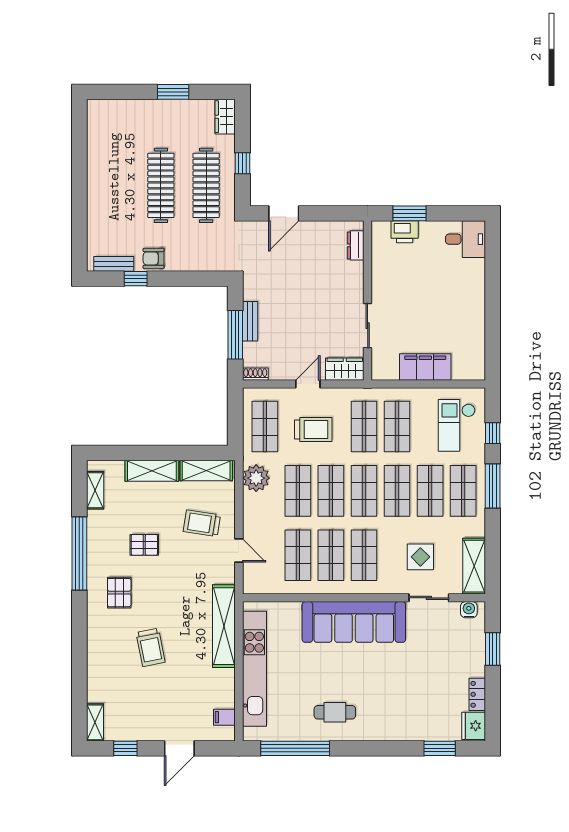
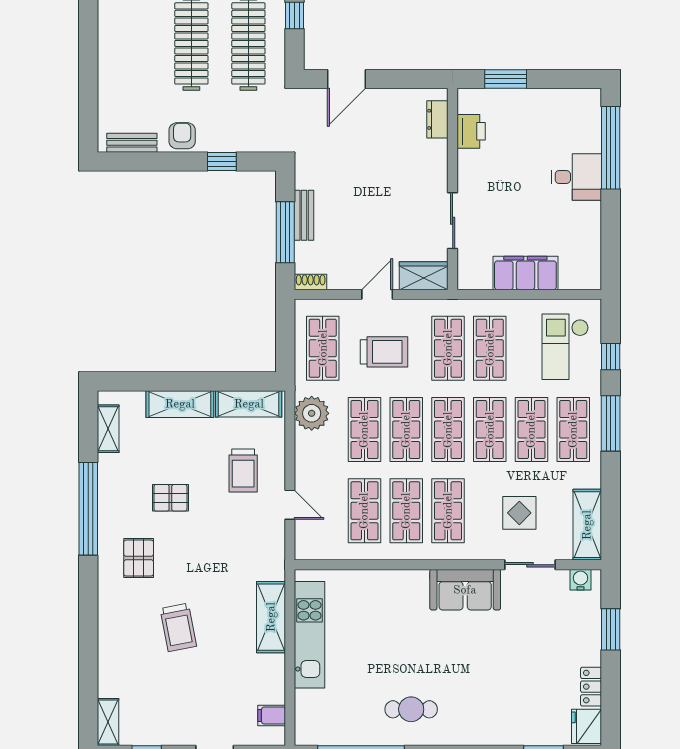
printer: (405, 232) -> (471, 131), moved, turned -90
desk: (466, 239) -> (576, 177), moved
armchair: (154, 258) -> (182, 136), turned 90
window: (493, 268) -> (611, 148), added
window: (136, 279) -> (222, 161), moved
trolley: (202, 523) -> (243, 470), turned -99
sofa: (354, 622) -> (465, 590), width x0.54, depth x0.79
shelving: (224, 626) -> (271, 617), width x0.68
kitchen unit: (254, 669) -> (310, 635), width x0.73

